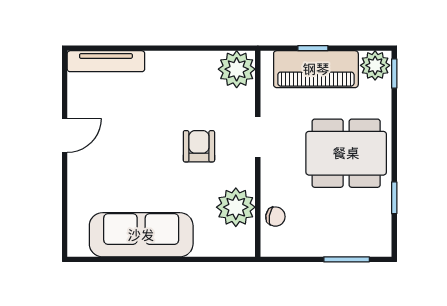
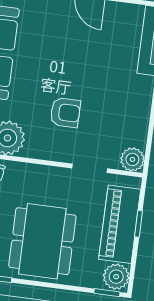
plant: (237, 69) -> (132, 159), width x0.73, depth x0.73
doorway: (258, 137) -> (90, 168), moved

